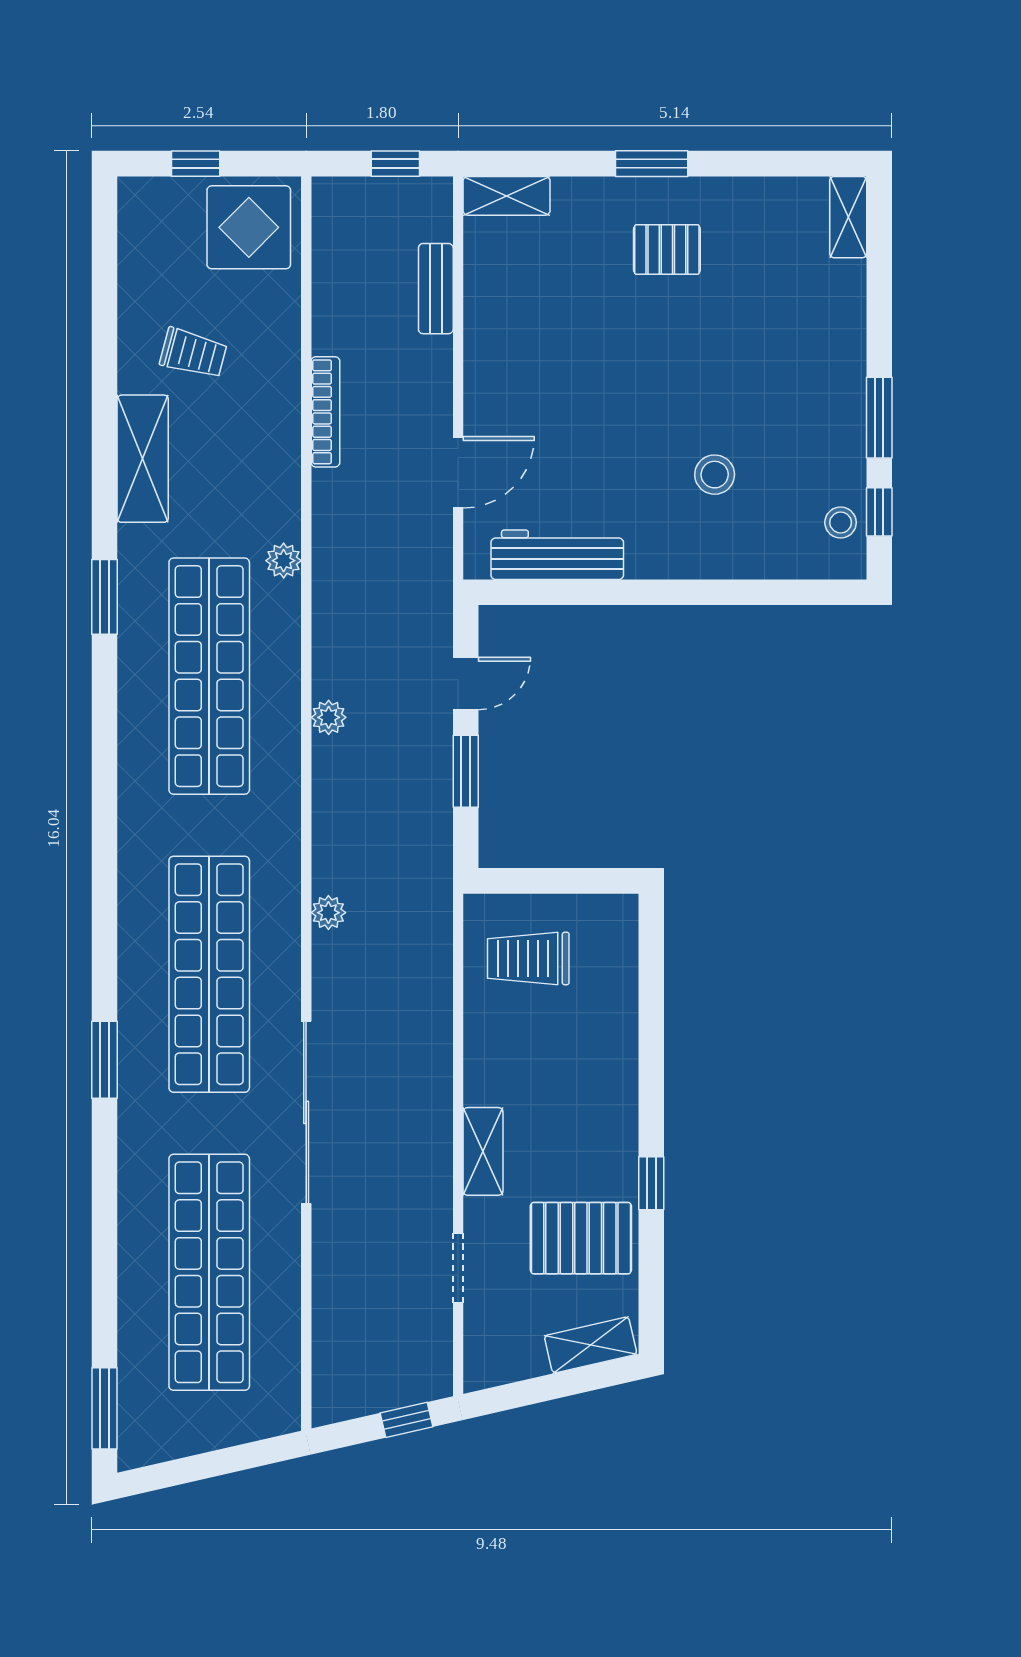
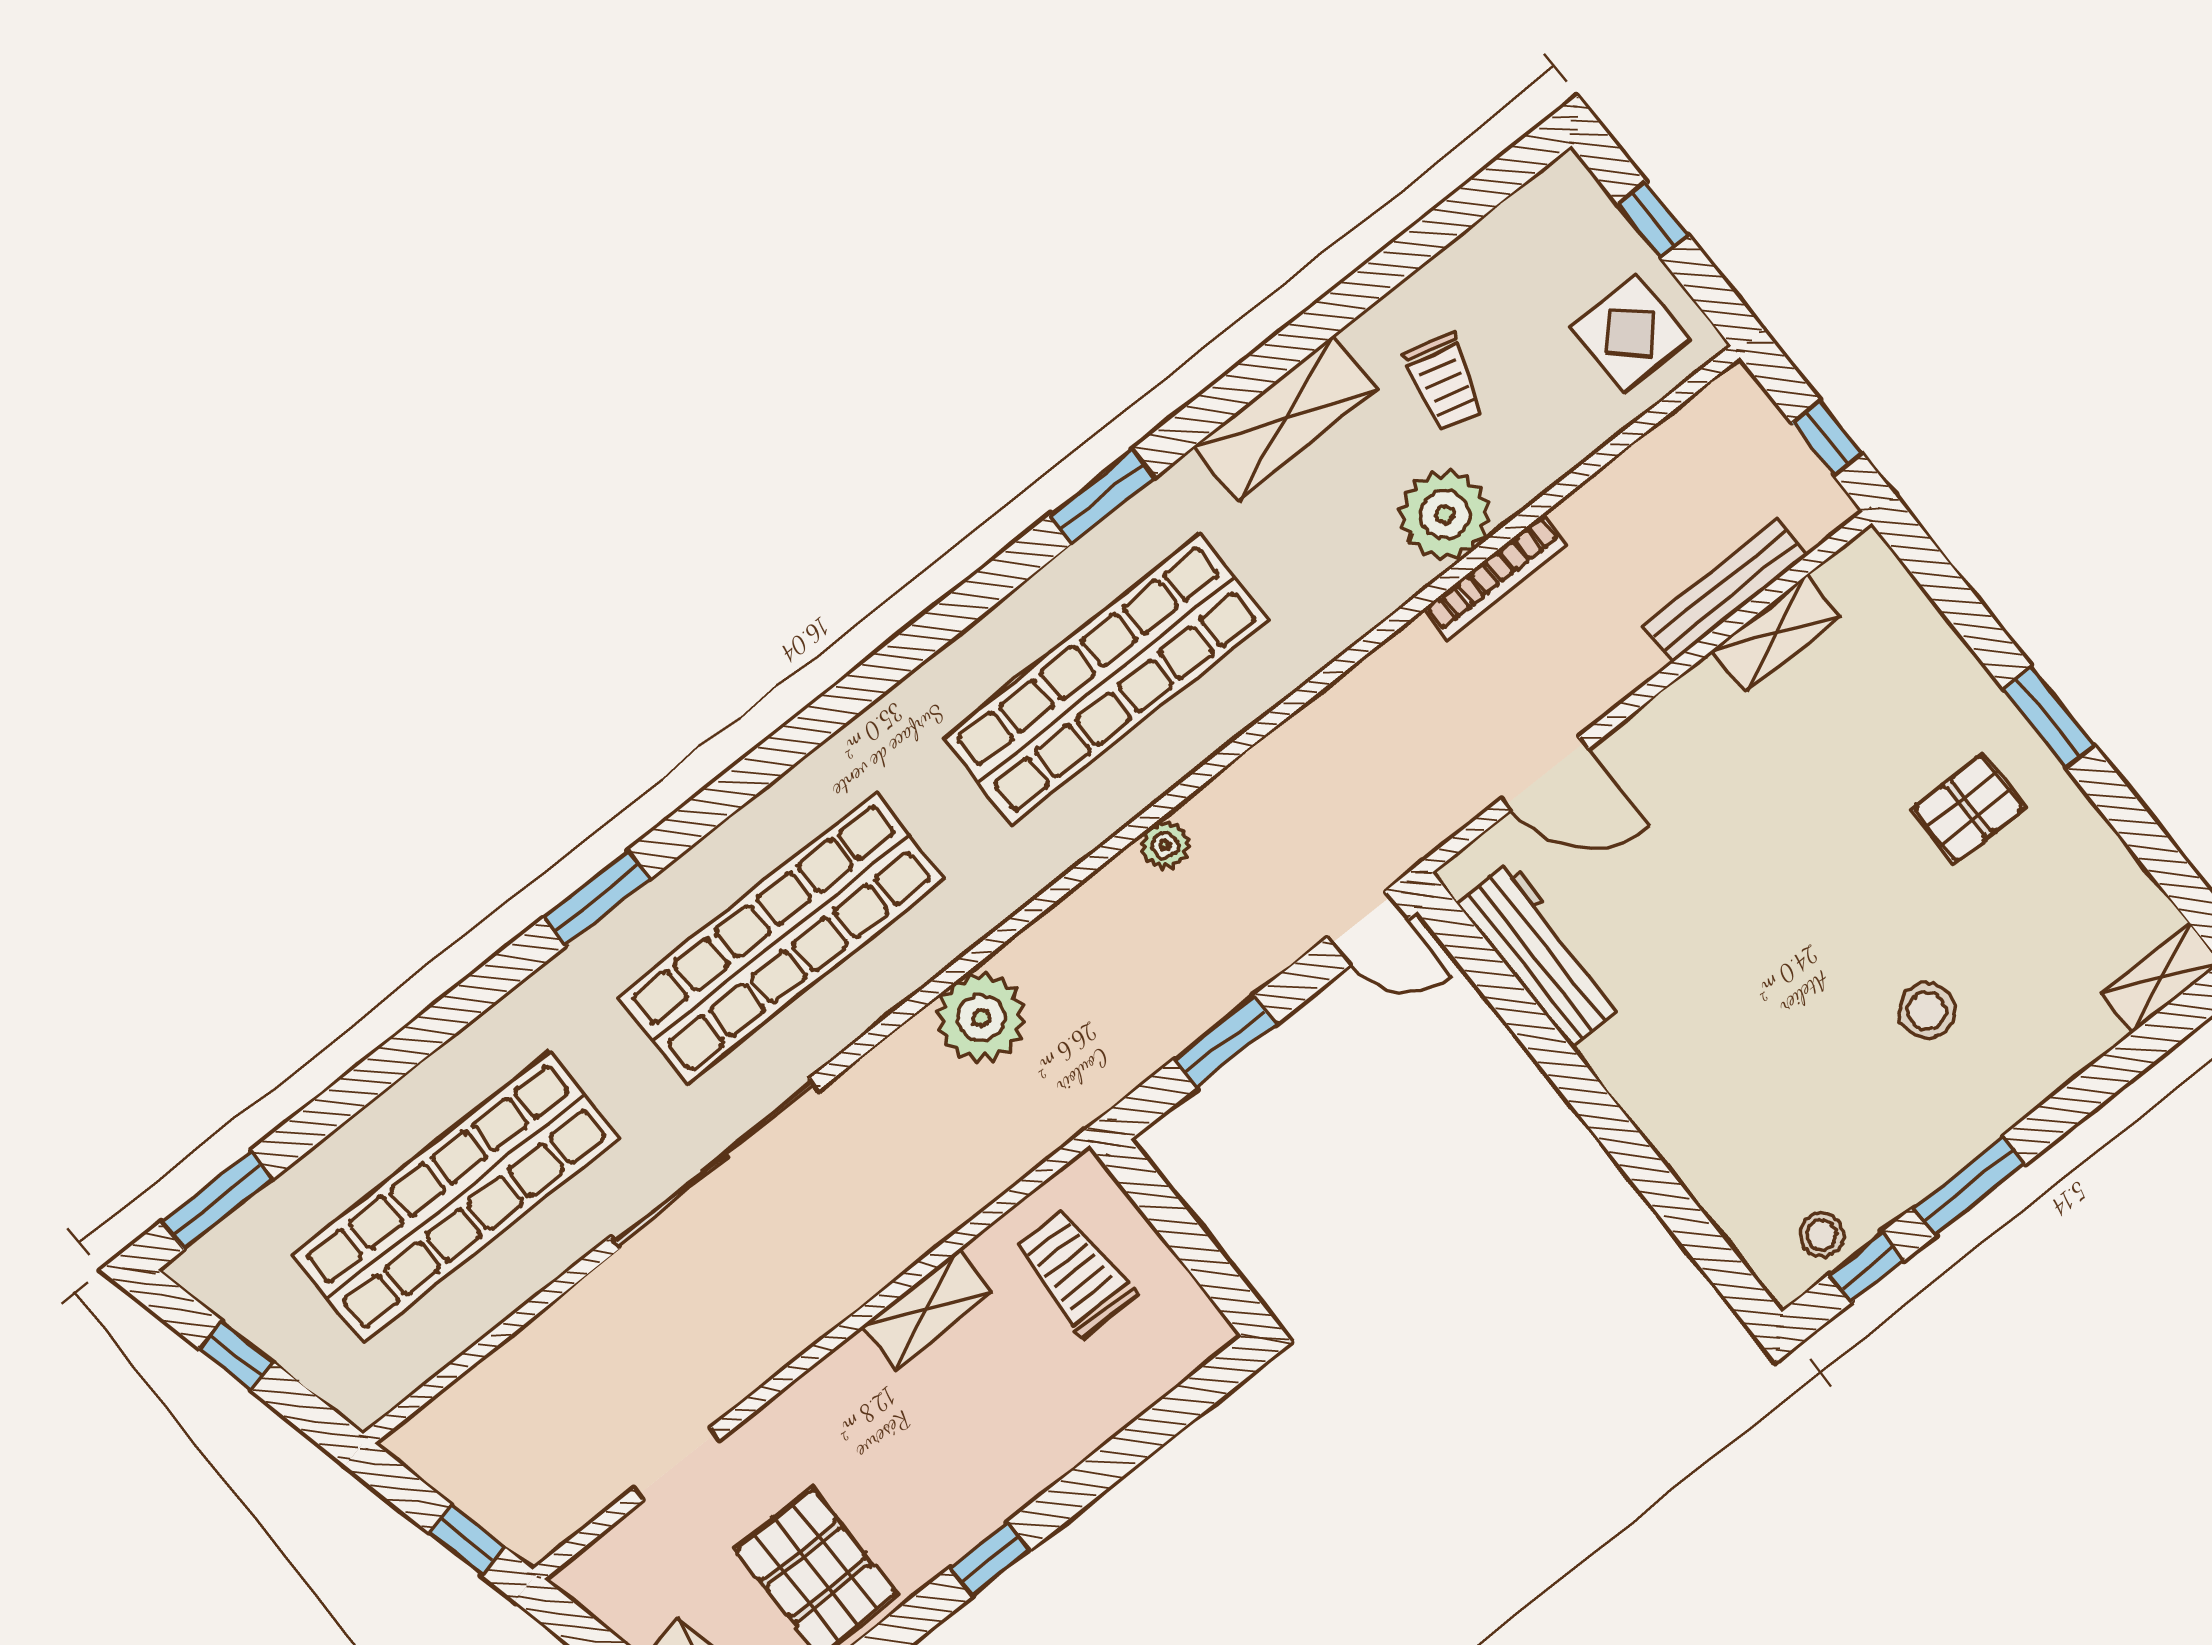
shelving: (507, 196) -> (1776, 634), moved, turned 90
display table: (249, 227) -> (1630, 333), width x0.73, depth x0.73
pallet: (667, 250) -> (1969, 808), turned 90
bench: (436, 289) -> (1725, 590), width x1.36
stool: (715, 475) -> (1927, 1011), moved
plant: (284, 561) -> (1445, 515), moved, width x1.88, depth x1.88
door: (466, 683) -> (1368, 928), moved
plant: (328, 913) -> (981, 1018), width x1.88, depth x1.88
shelving: (483, 1151) -> (927, 1309), moved
window: (651, 1183) -> (990, 1559), moved
window: (200, 1467) -> (237, 1356), added

